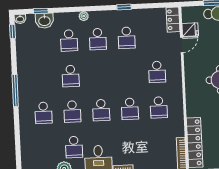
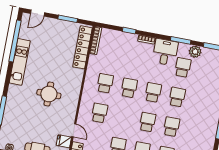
door: (182, 45) -> (74, 130), swing flipped
school desk: (43, 113) -> (148, 122), moved

